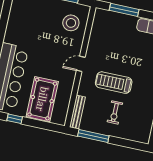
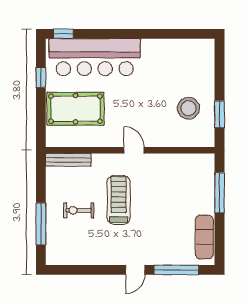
stool: (71, 23) -> (188, 108), moved
window: (93, 136) -> (41, 224), moved

